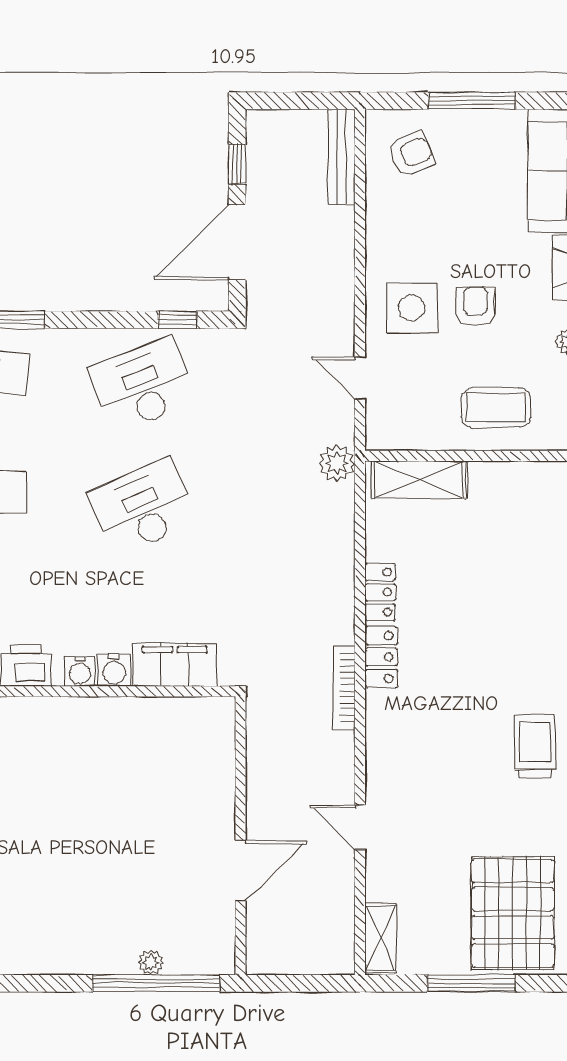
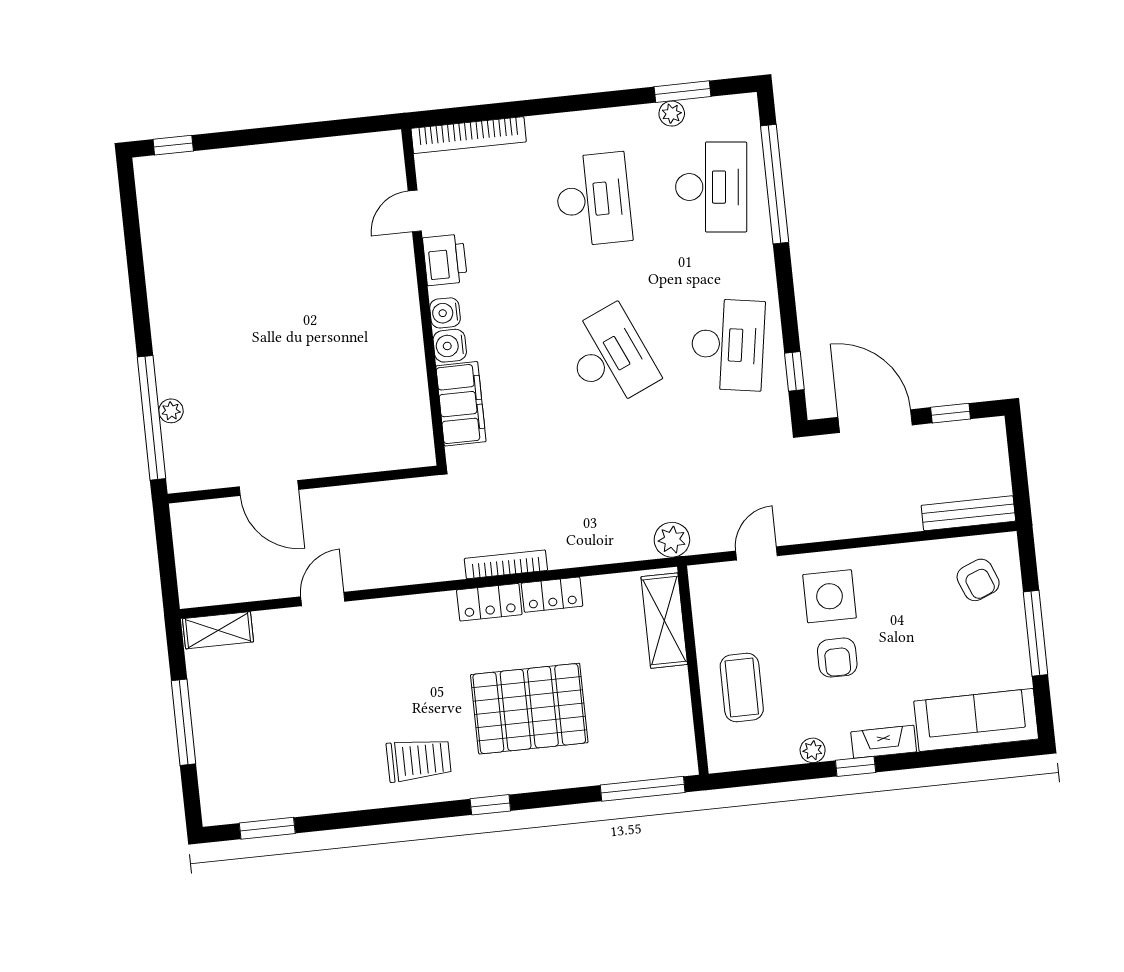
armchair: (475, 307) -> (837, 658), turned 90
desk: (143, 385) -> (728, 345), turned 30
bookcase: (344, 688) -> (506, 564), moved
pallet: (513, 913) -> (529, 709), moved

